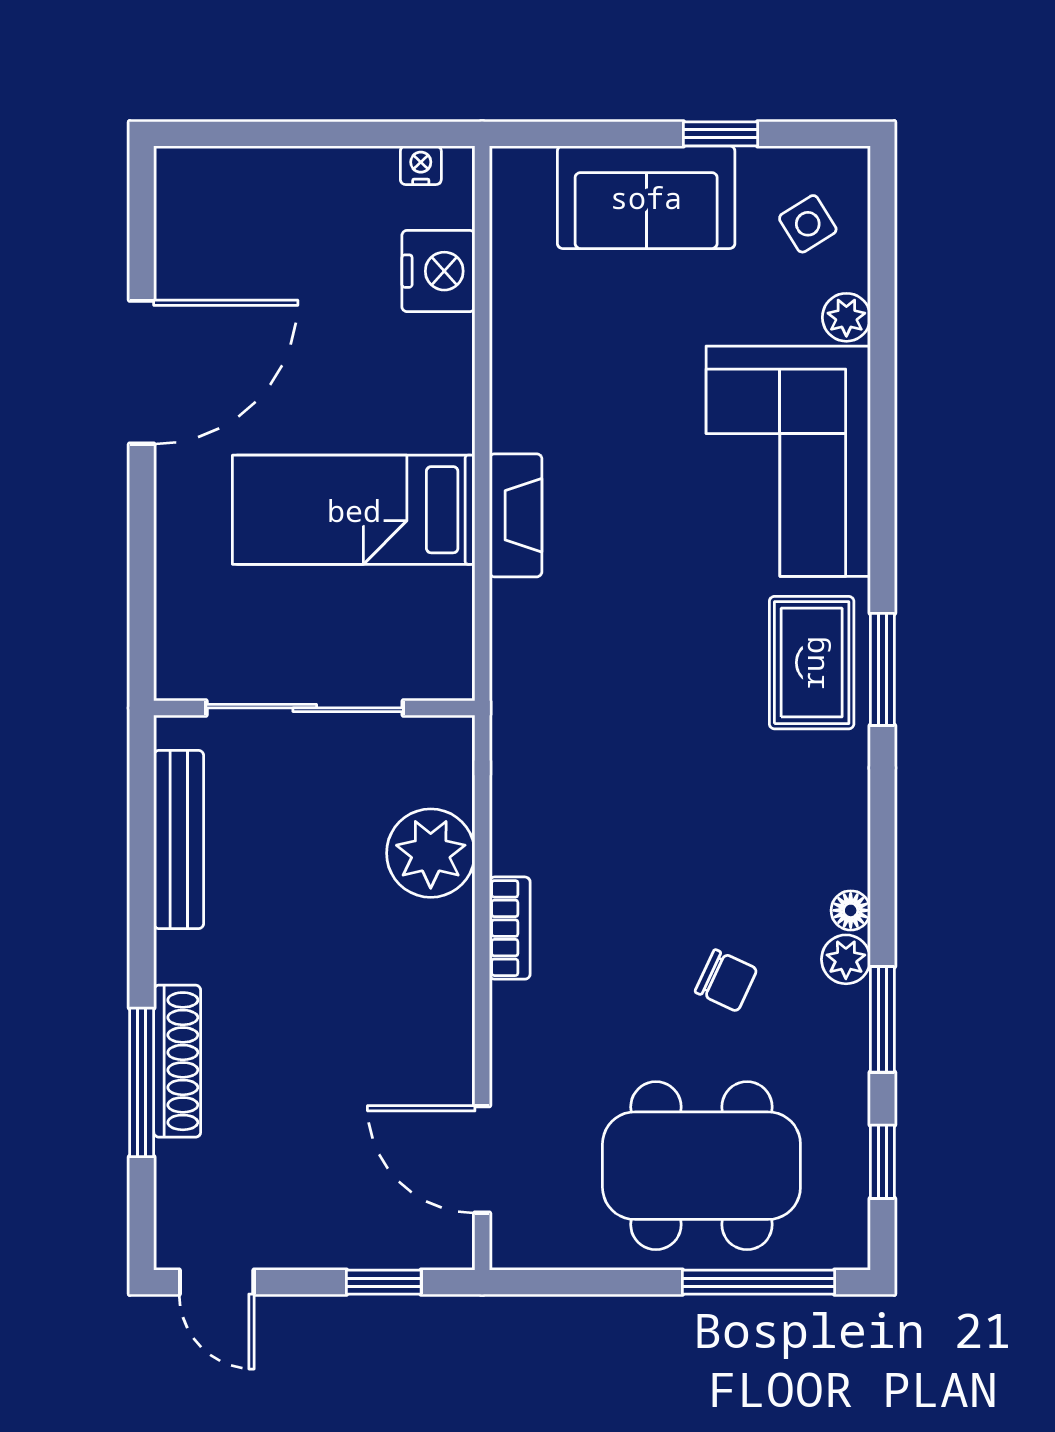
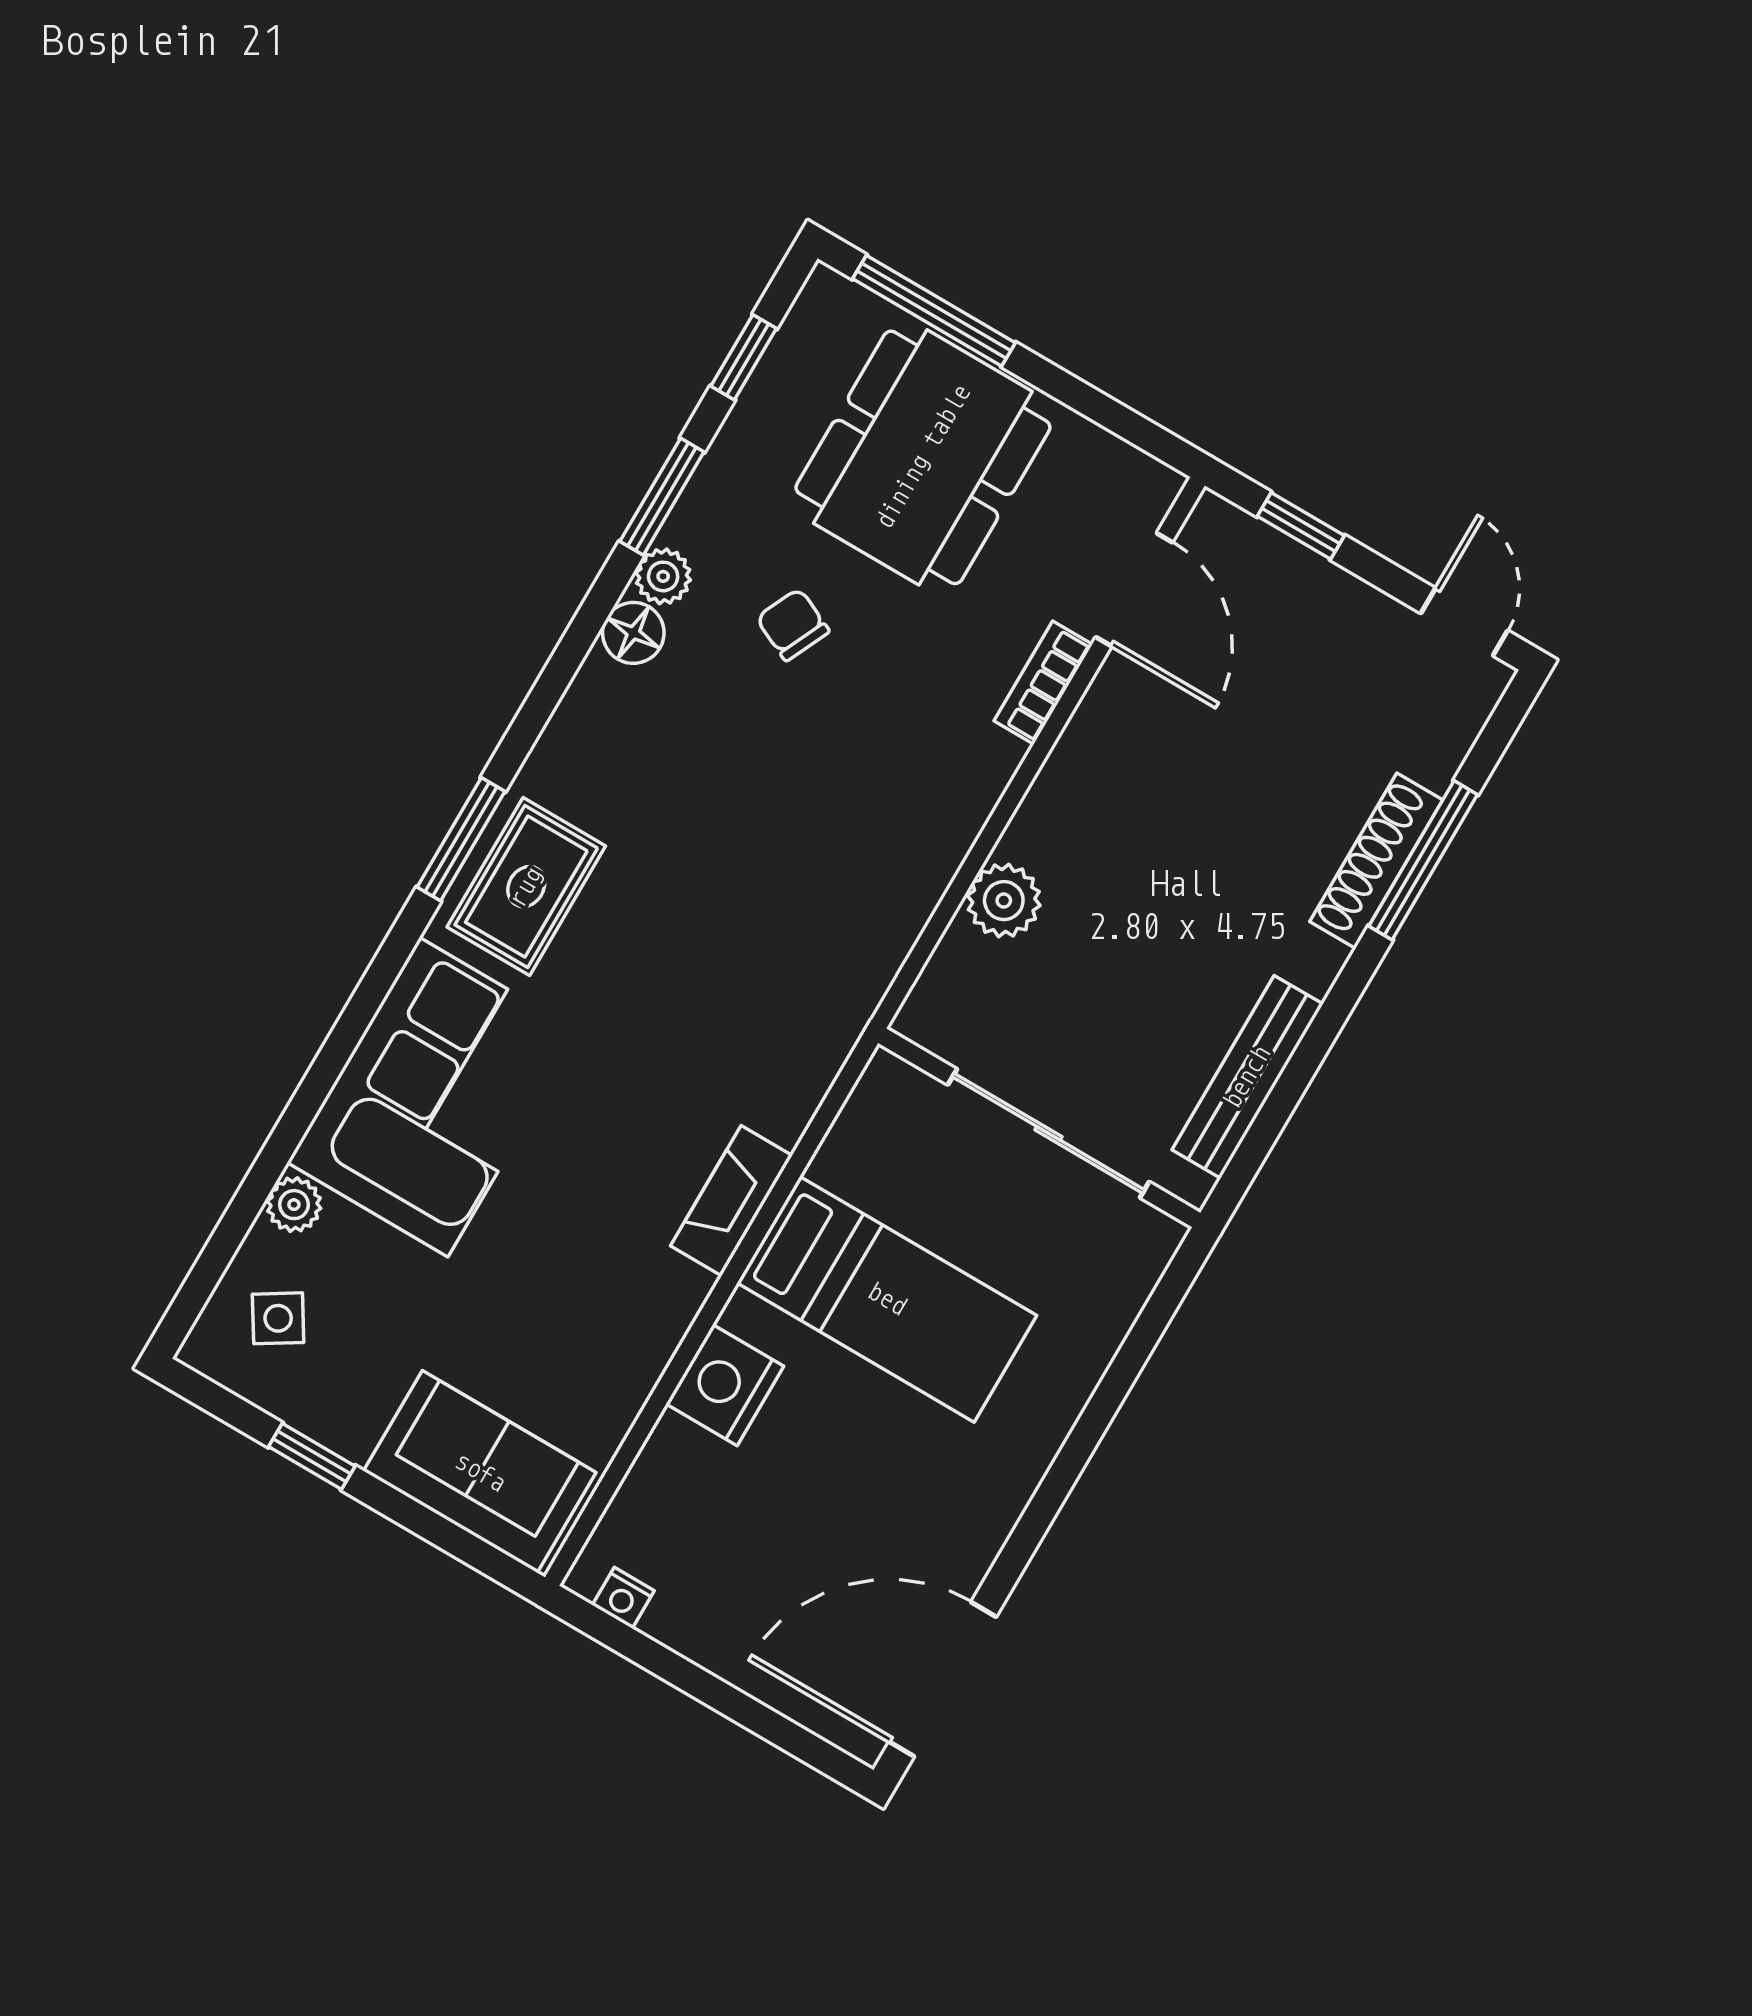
sofa: (646, 197) -> (480, 1472), moved
nightstand: (438, 271) -> (725, 1385), moved
door: (142, 372) -> (943, 1679), moved
plant: (431, 853) -> (1004, 901), width x0.73, depth x0.73
floor lamp: (851, 910) -> (633, 633), width x1.37, depth x1.37
bookcase: (510, 928) -> (1043, 683), moved
dining table: (701, 1166) -> (923, 457), turned 90

